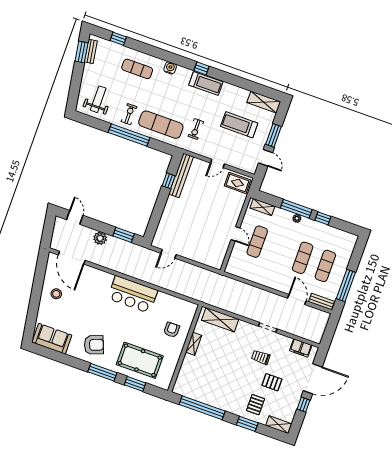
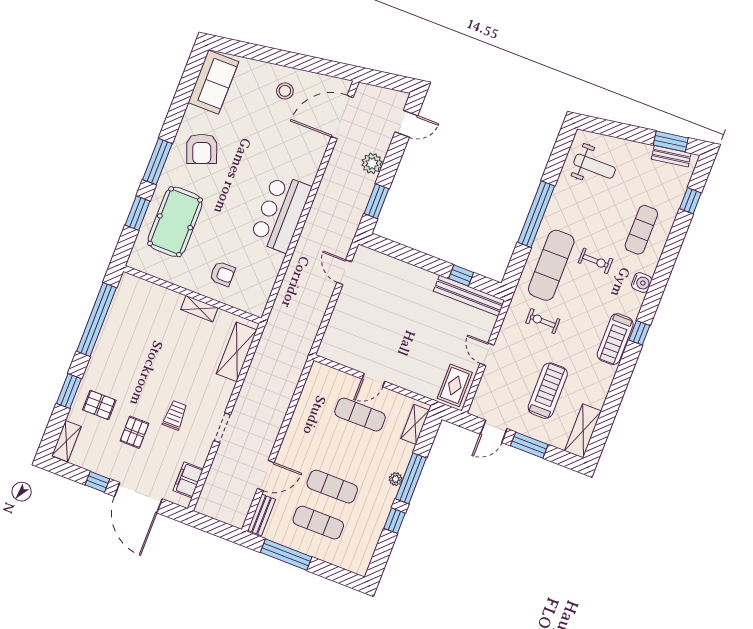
exercise bike: (129, 114) -> (595, 261), moved

